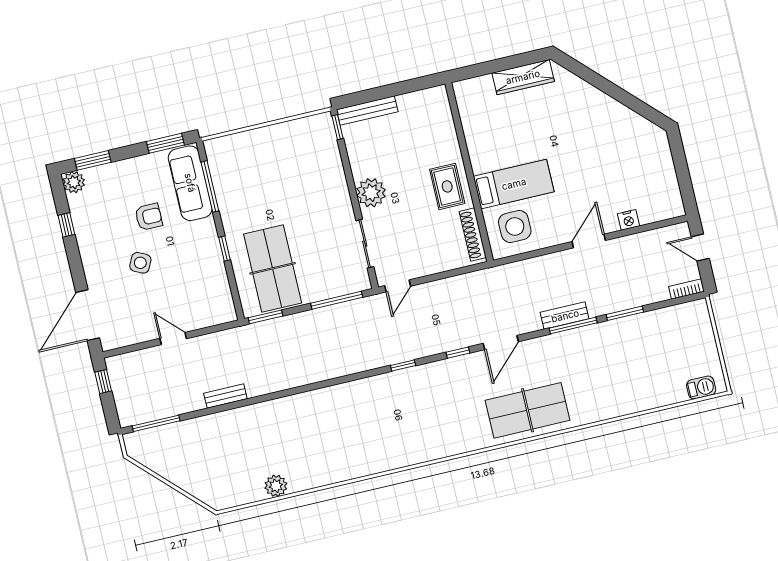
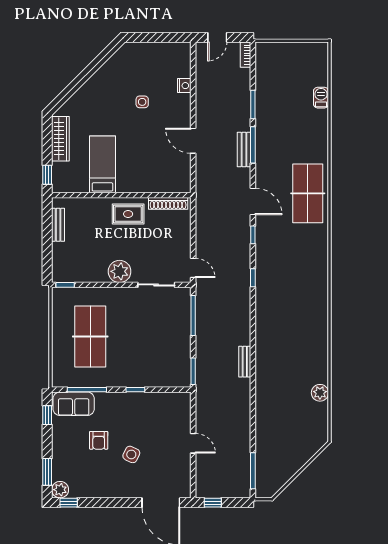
window: (473, 71) -> (47, 175), added
bench: (367, 111) -> (58, 225), moved, width x0.73
window: (165, 143) -> (47, 415), width x0.67
sofa: (190, 183) -> (74, 404), width x0.73
bed: (514, 184) -> (102, 164), moved
armchair: (149, 217) -> (99, 440), turned 180
window: (66, 225) -> (69, 503), moved
side table: (515, 226) -> (142, 102), moved, width x0.54, depth x0.54
door: (589, 241) -> (193, 141), moved
table tennis table: (273, 268) -> (90, 337), moved, turned 90
door: (173, 339) -> (193, 443), swing flipped
barbecue: (701, 387) -> (321, 98), moved
bench: (225, 396) -> (245, 362), moved

